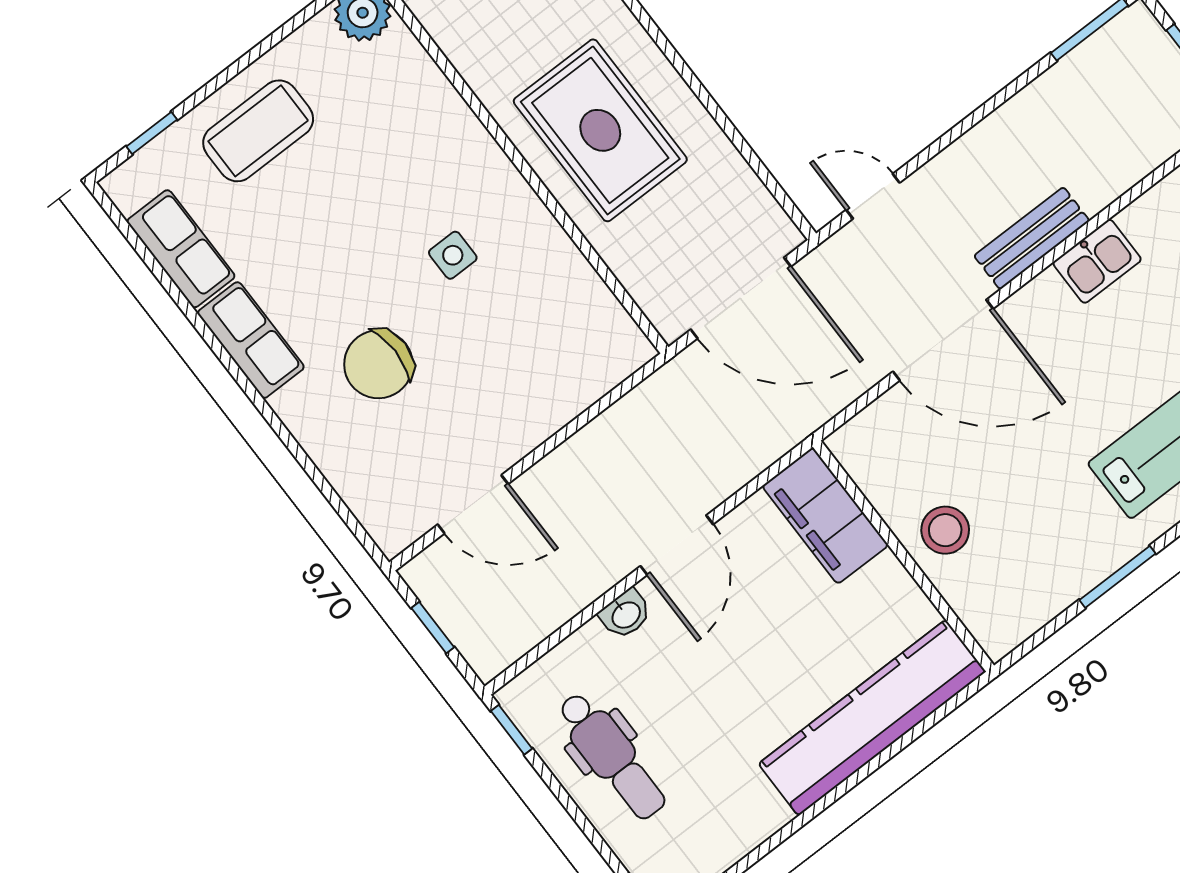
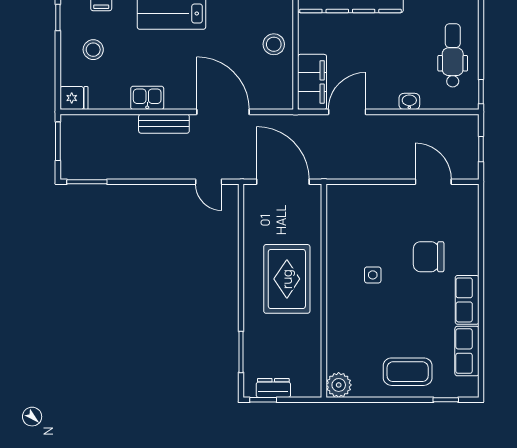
chair: (378, 364) -> (429, 257), turned 180
door: (677, 545) -> (347, 112), moved

